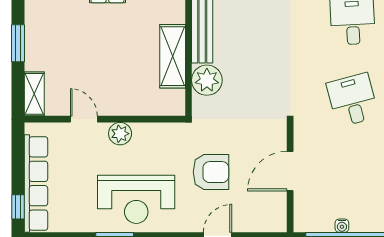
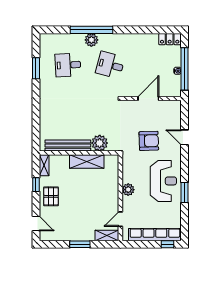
desk: (353, 100) -> (110, 65), turned 30
door: (84, 119) -> (120, 219), moved
door: (290, 171) -> (148, 98), swing flipped
armchair: (211, 172) -> (149, 141), turned 88

